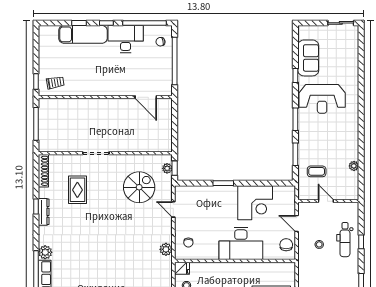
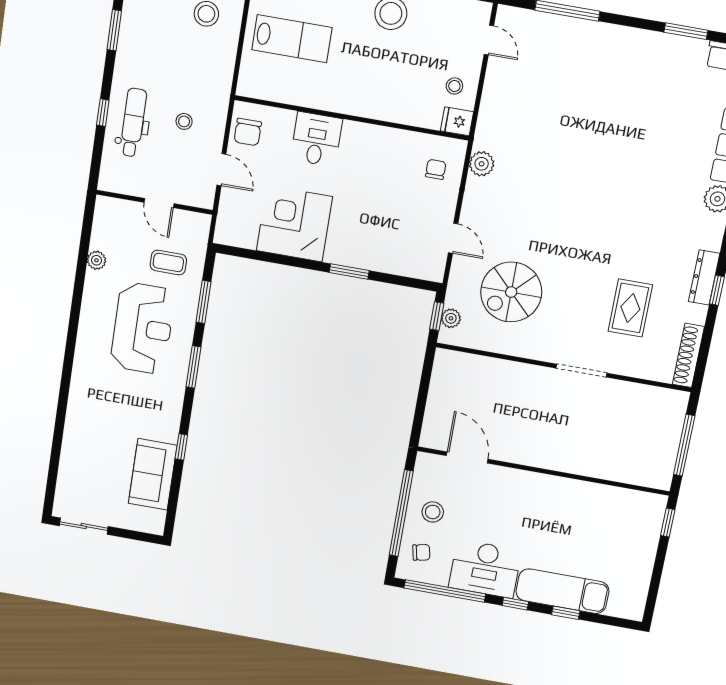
stool: (158, 65) -> (433, 512), added
trolley: (55, 83) -> (632, 514), removed
reception desk: (322, 99) -> (143, 328), moved, turned 90
desk: (241, 243) -> (316, 139), width x0.53, depth x0.77

